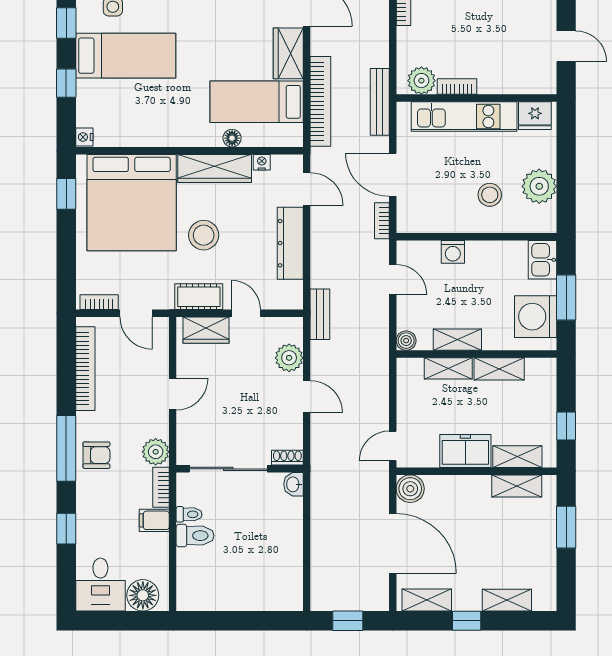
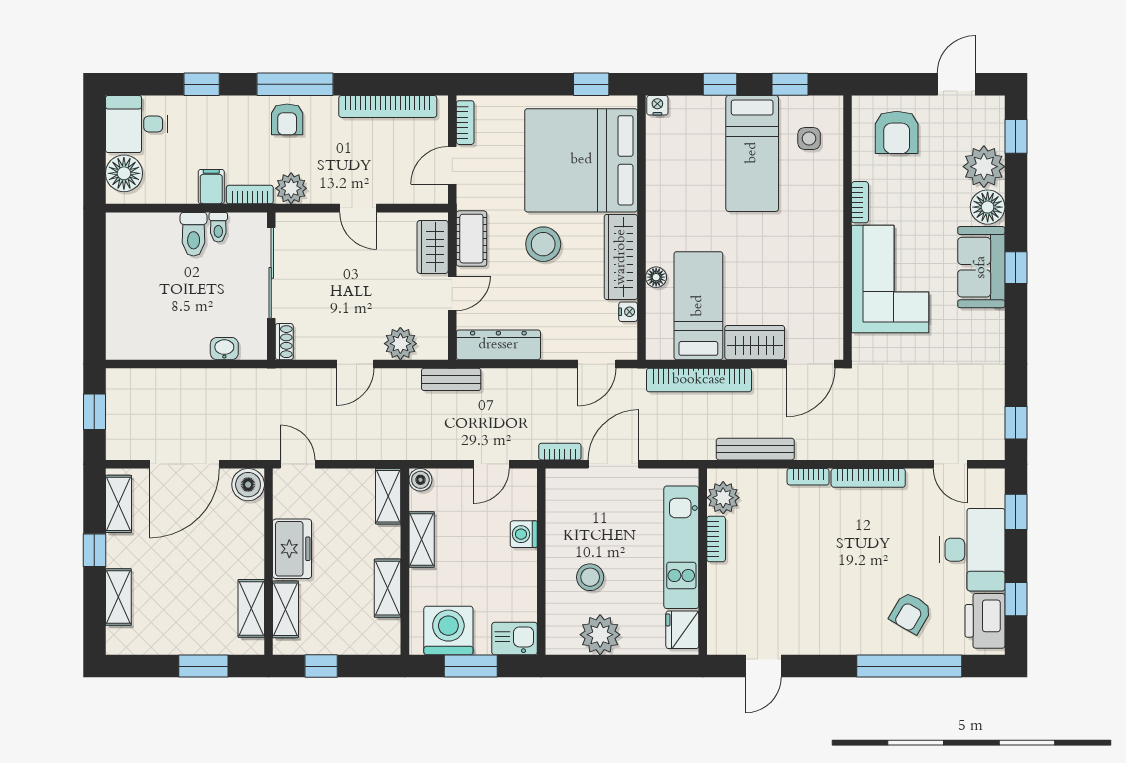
bench: (380, 102) -> (755, 449), moved
dresser: (290, 243) -> (498, 345), moved
shelving: (448, 368) -> (388, 496), moved
washbasin: (293, 484) -> (224, 349), moved

